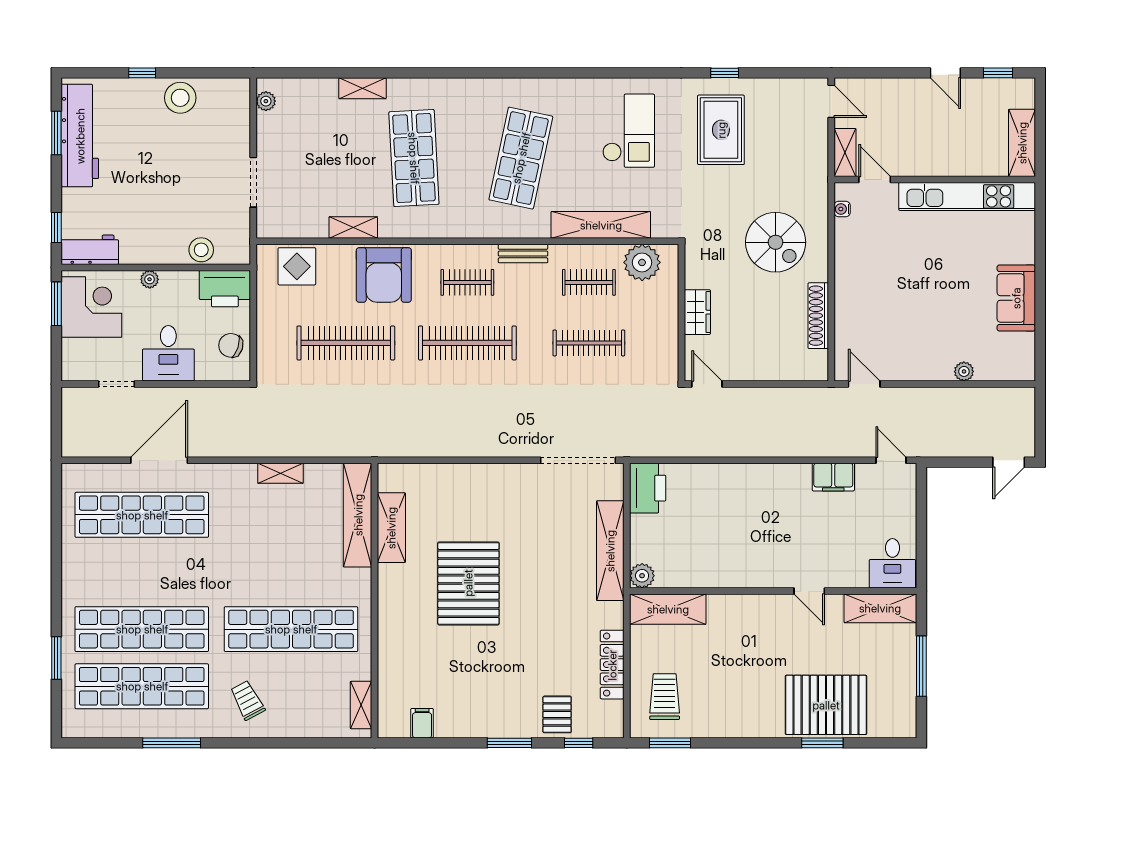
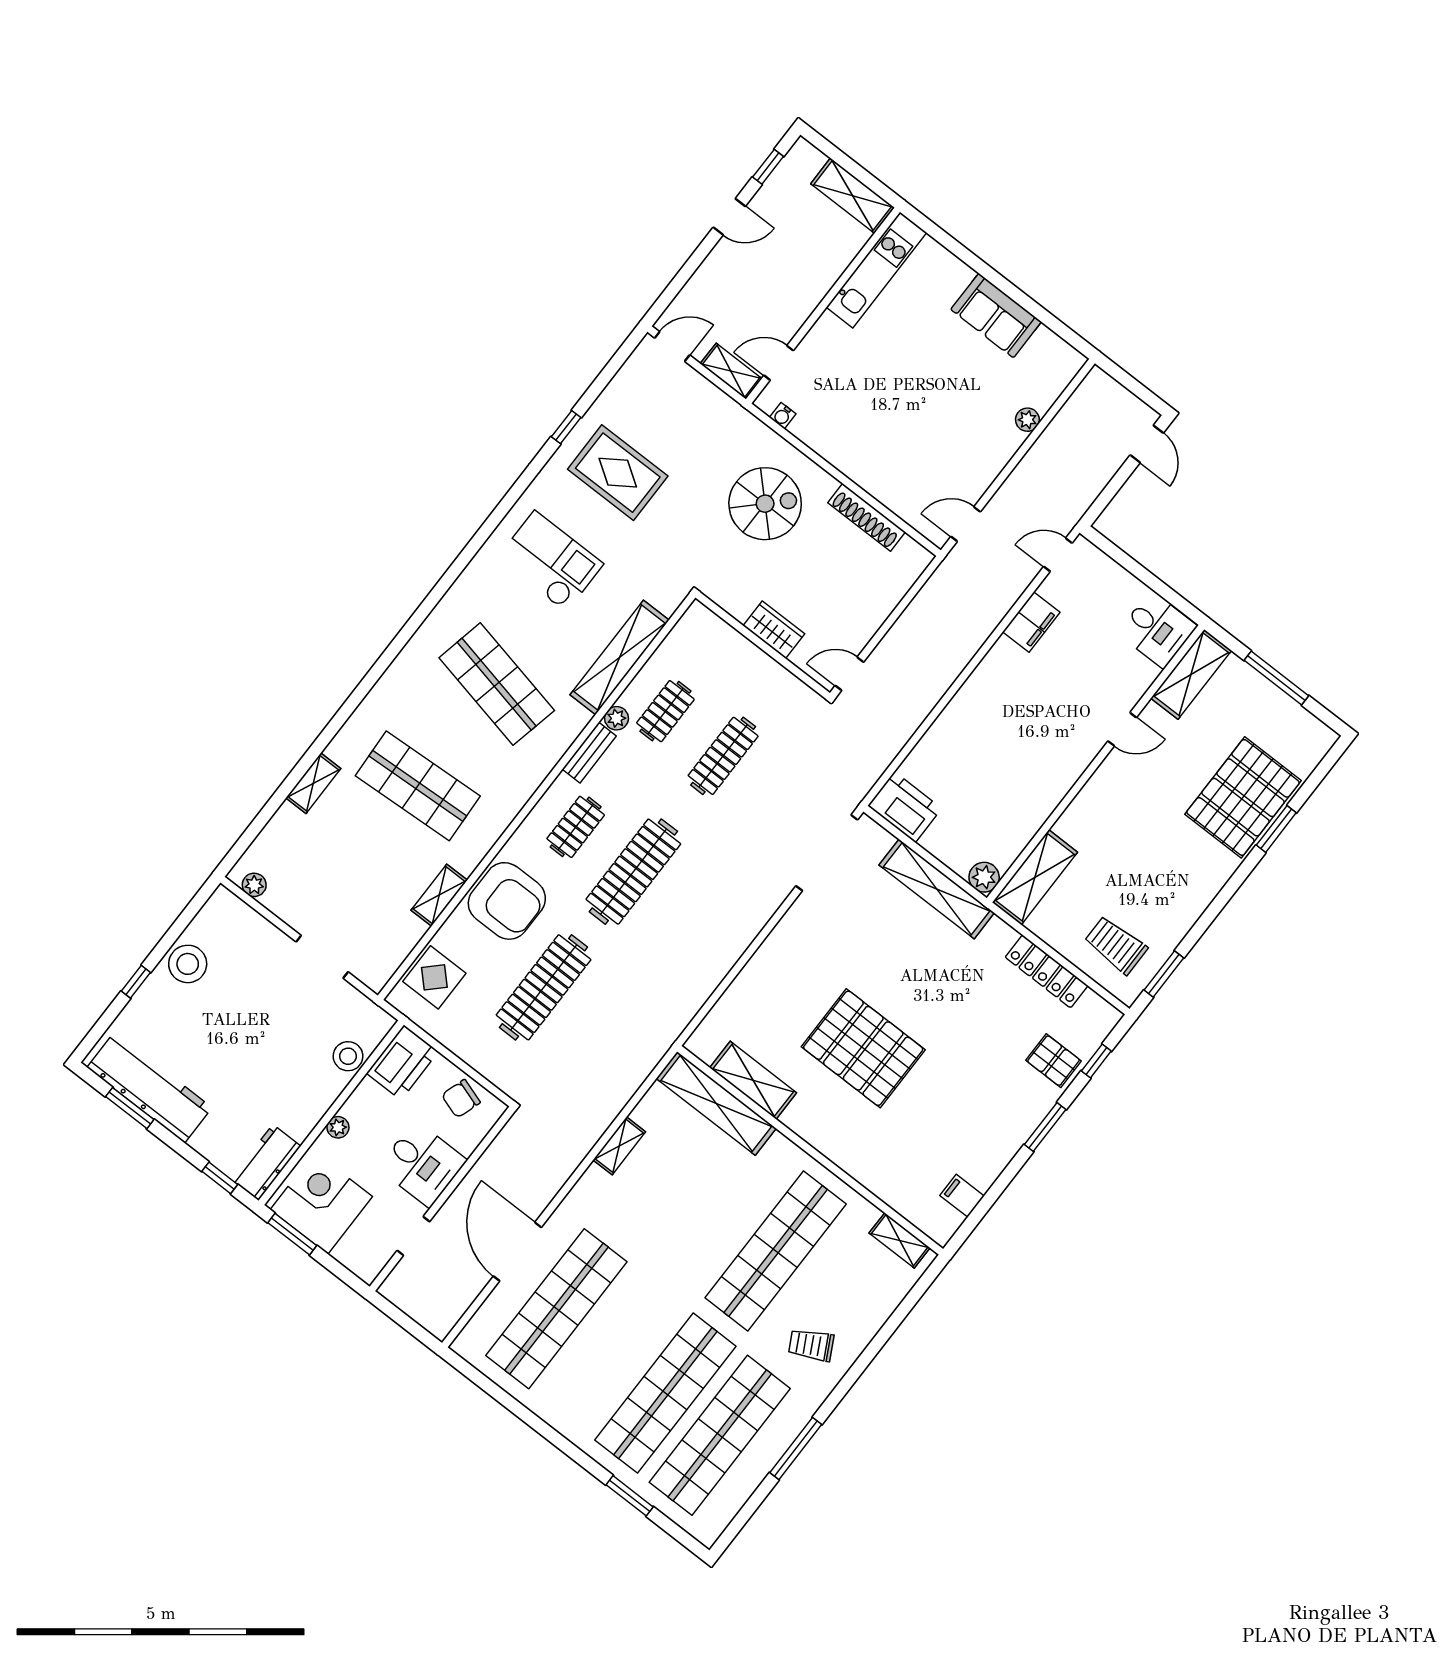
kitchen unit: (967, 196) -> (876, 270), width x0.73
plant: (642, 262) -> (616, 718), moved, width x0.53, depth x0.53

